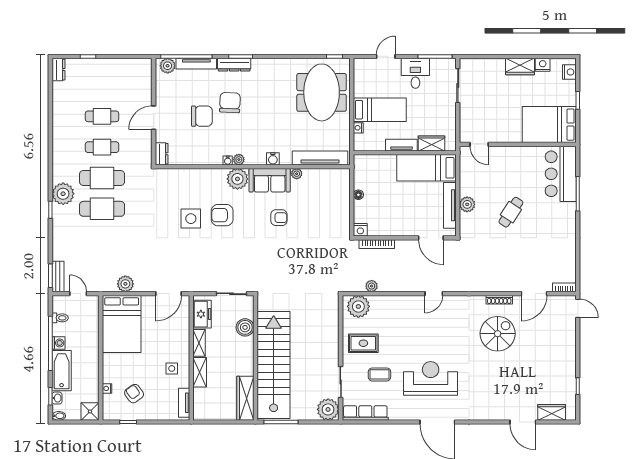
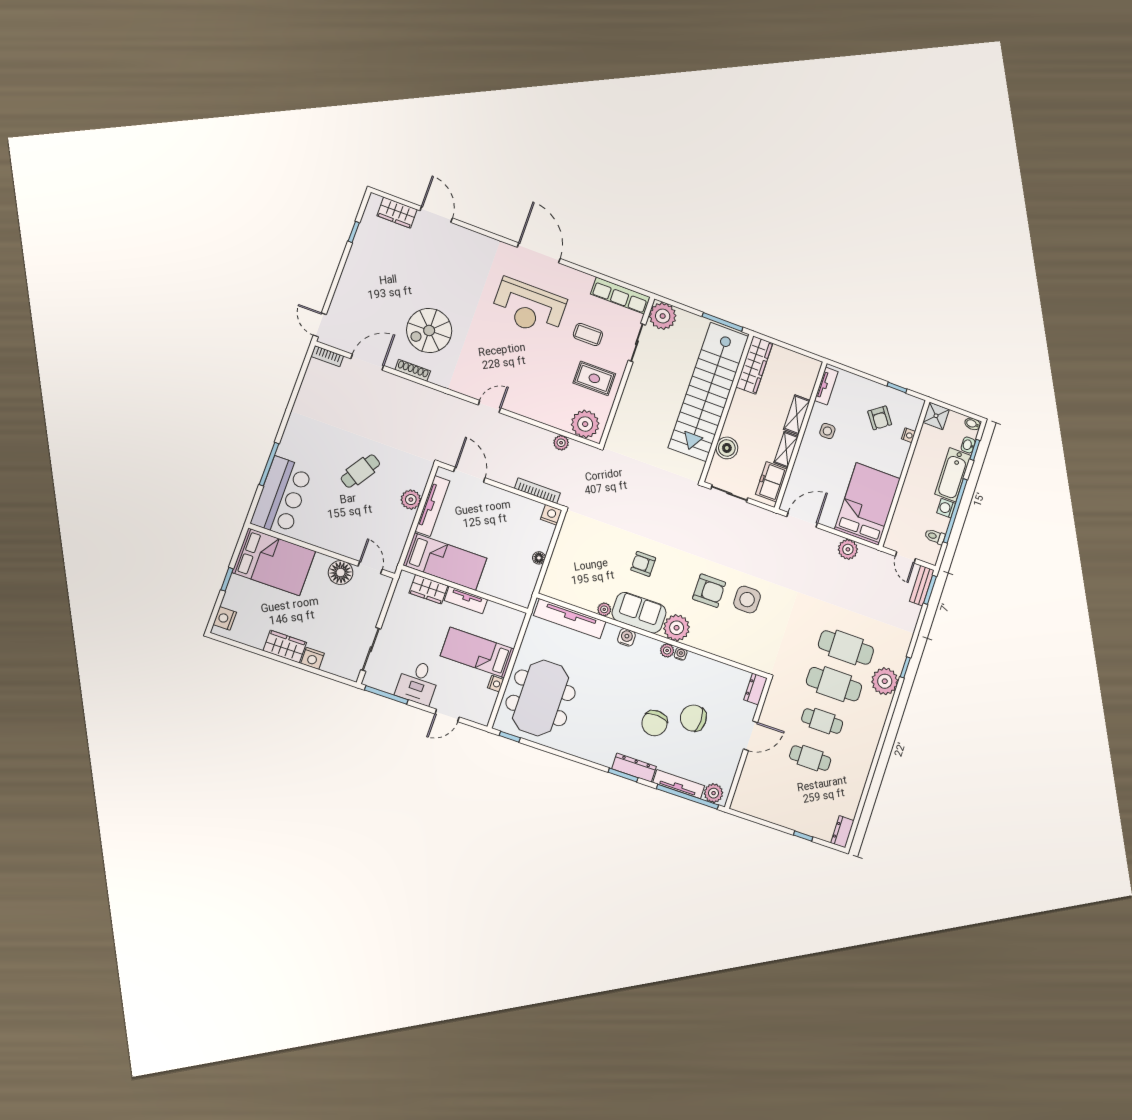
nightstand: (543, 65) -> (313, 658), moved
nightstand: (358, 128) -> (496, 684), moved
floor lamp: (499, 133) -> (341, 572), added

